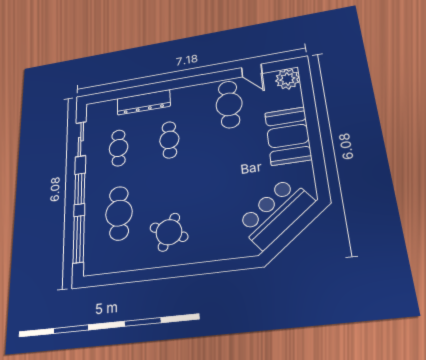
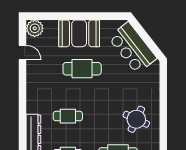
door: (252, 71) -> (23, 53), hinge flipped
cafe table: (229, 104) -> (82, 69), moved

